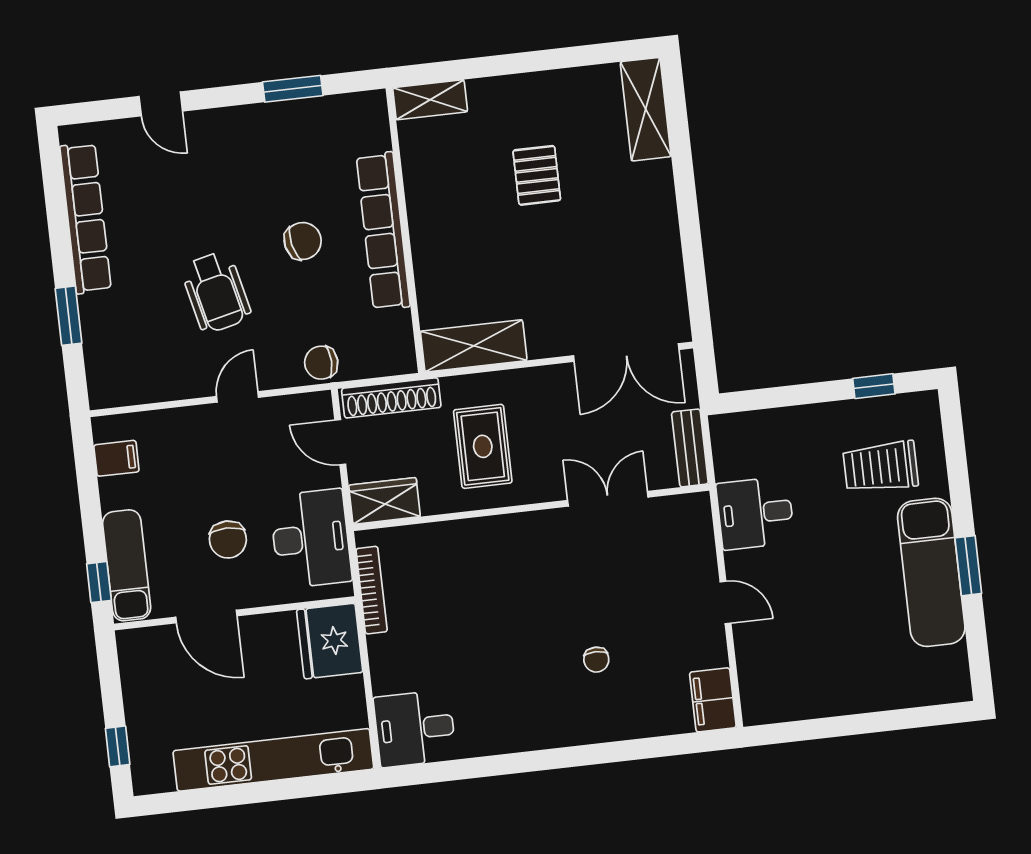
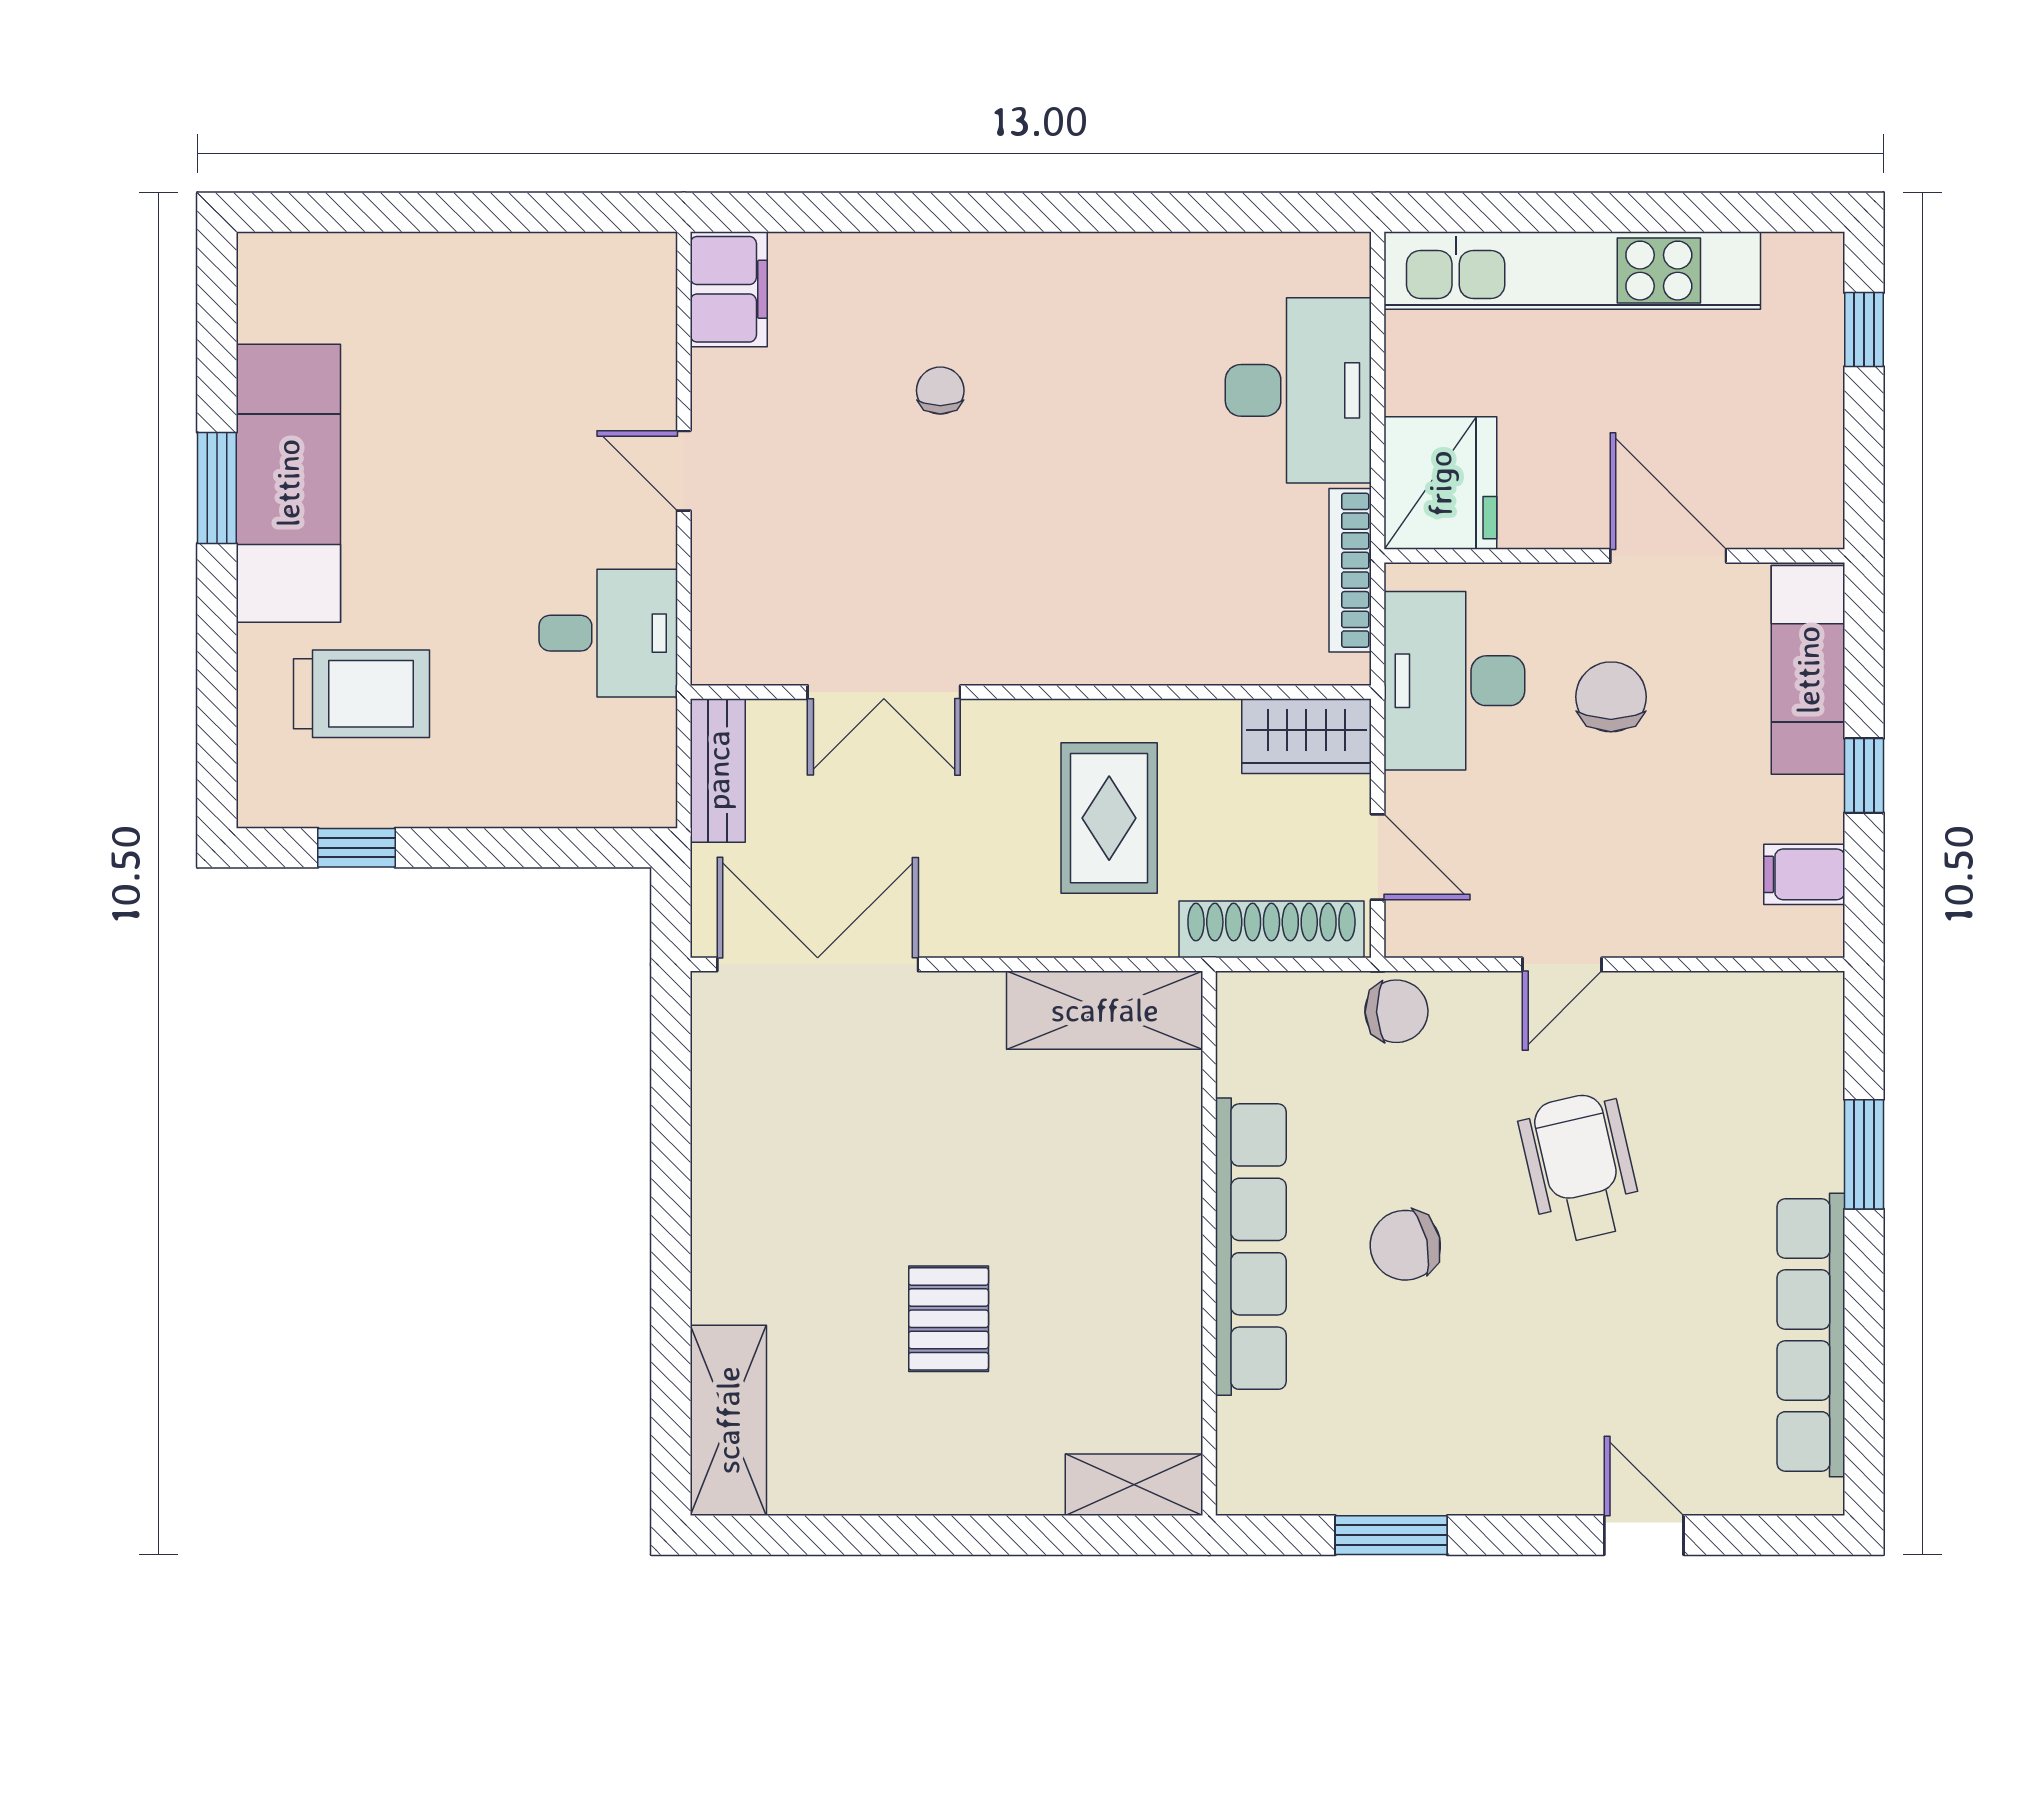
window: (99, 582) -> (1864, 776), moved
desk: (415, 729) -> (1298, 390), moved, width x1.37

